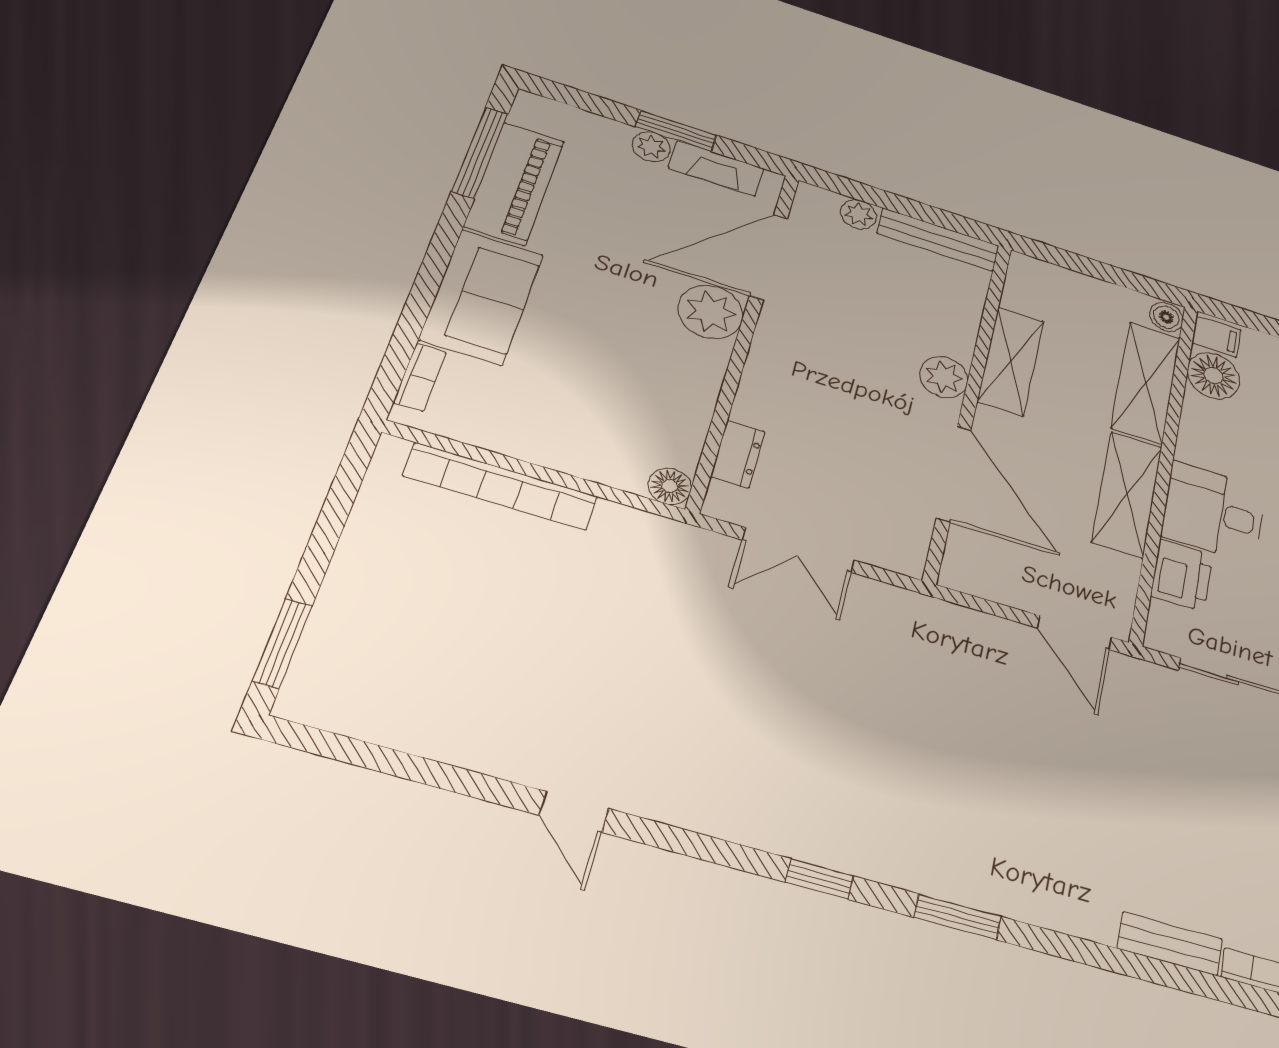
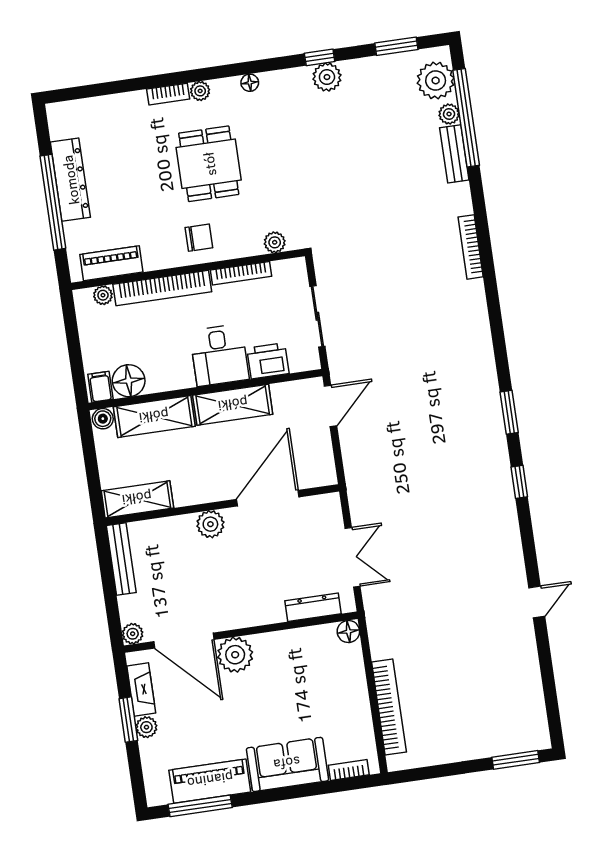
plant: (859, 214) -> (133, 634), moved
shelving: (1011, 361) -> (137, 499), moved
dresser: (738, 454) -> (313, 607), width x1.44
bench: (1170, 944) -> (477, 307), removed

